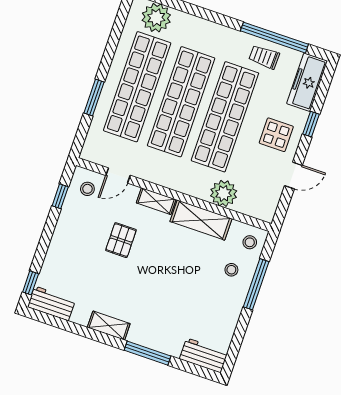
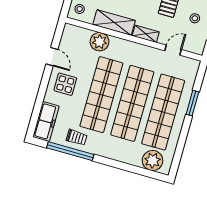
window: (311, 124) -> (42, 93), removed
door: (293, 175) -> (52, 57), swing flipped
stool: (87, 189) -> (195, 18), moved

